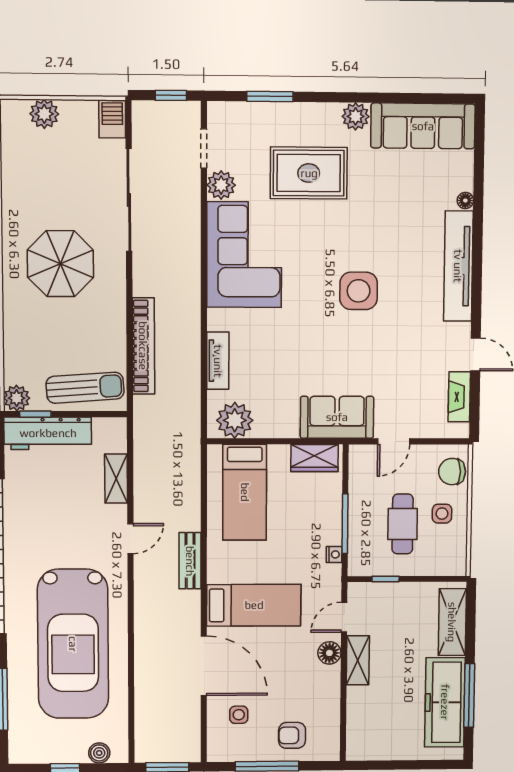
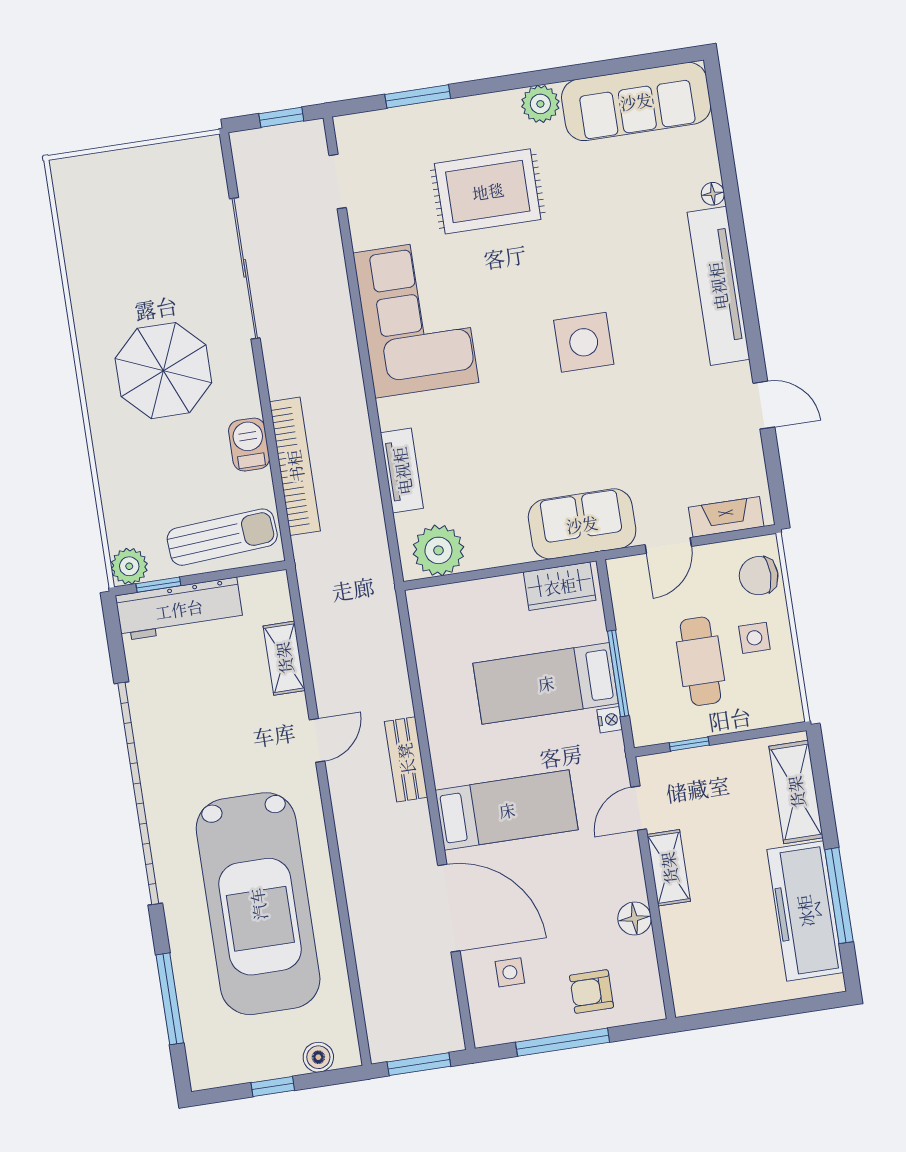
plant: (44, 114) -> (112, 170), removed
barbecue: (112, 119) -> (249, 445), moved
plant: (221, 185) -> (369, 227), removed
fireplace: (459, 397) -> (726, 517), moved, turned 90
bed: (245, 492) -> (546, 683), moved, turned 90
floor lamp: (329, 653) -> (635, 919), moved

